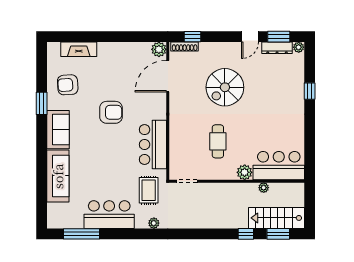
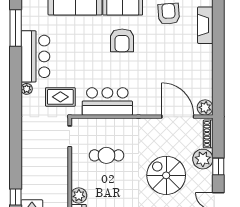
window: (192, 37) -> (218, 166), moved
plant: (209, 52) -> (203, 159), added
armchair: (111, 112) -> (122, 40), moved
cafe table: (218, 141) -> (106, 155), moved
plant: (154, 223) -> (27, 89), moved

